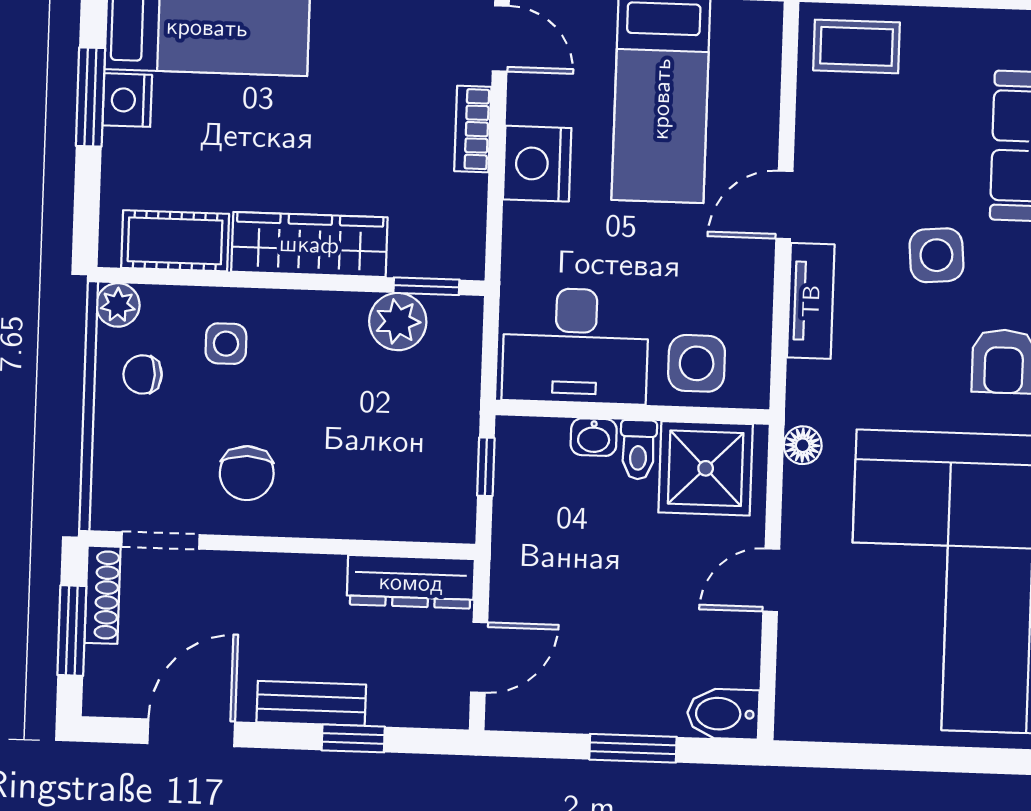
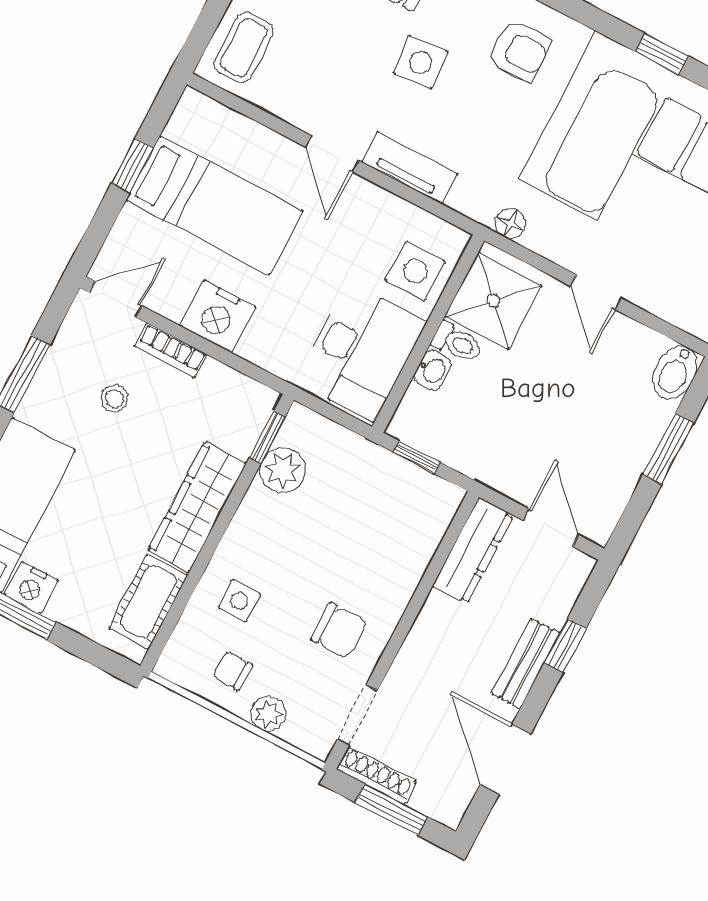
stool: (387, 91) -> (114, 399), added
plant: (118, 305) -> (268, 714), moved
chair: (143, 374) -> (233, 671), turned 91

